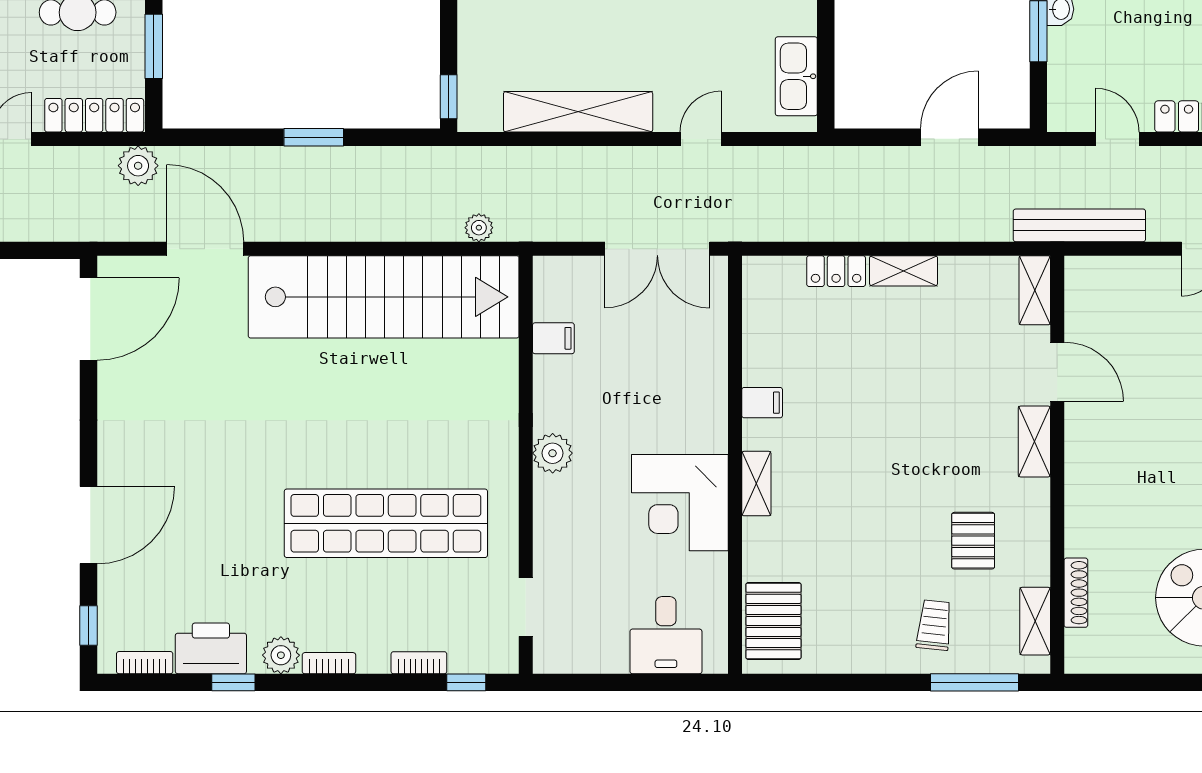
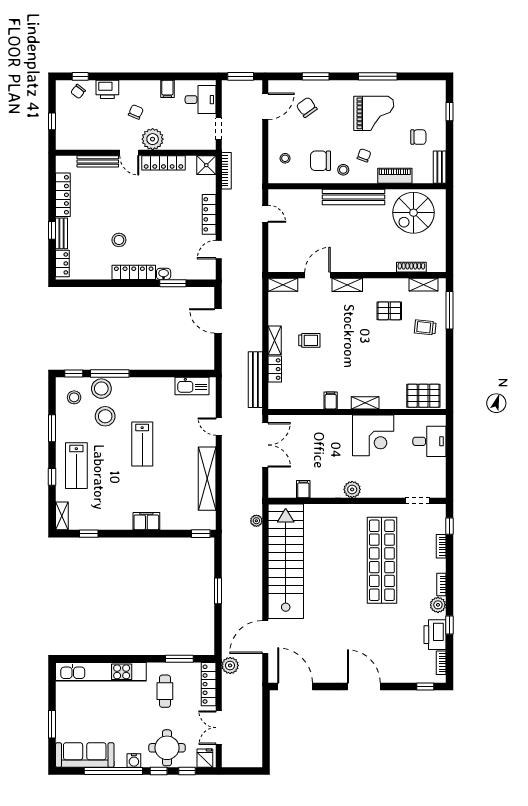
bench: (1079, 225) -> (255, 380), moved
trolley: (904, 353) -> (309, 340), added
door: (89, 525) -> (364, 687), moved

